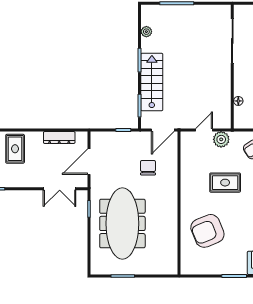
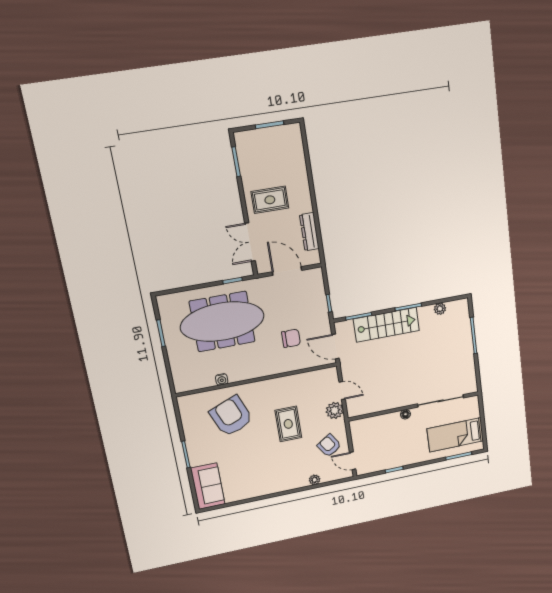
floor lamp: (238, 101) -> (405, 414), moved
rug: (15, 149) -> (270, 200), moved
water cooler: (173, 233) -> (222, 379), added

